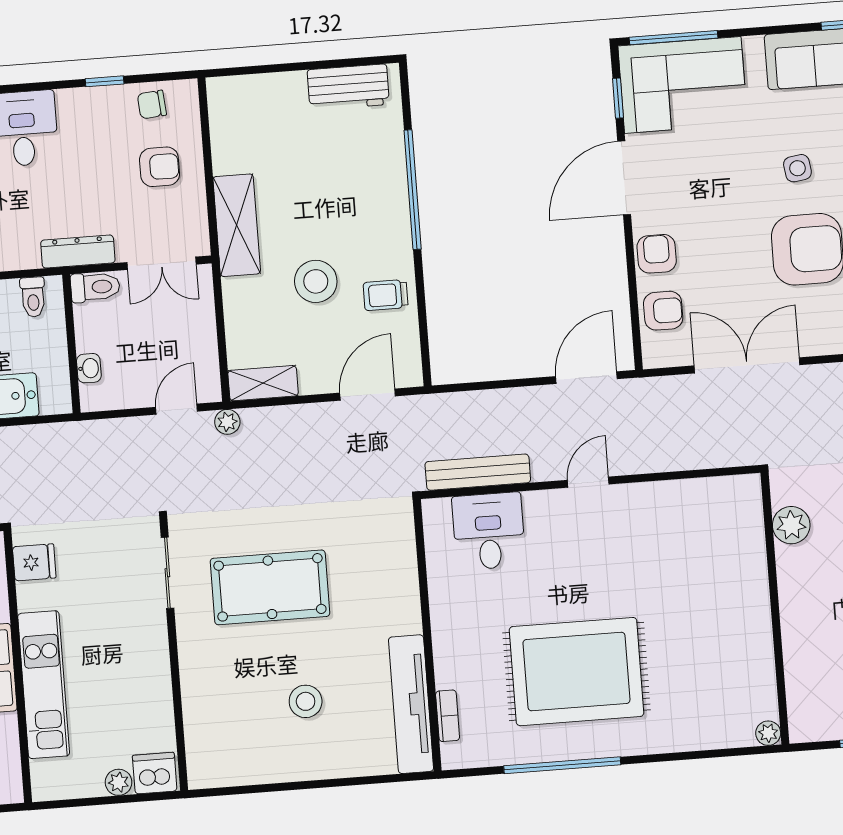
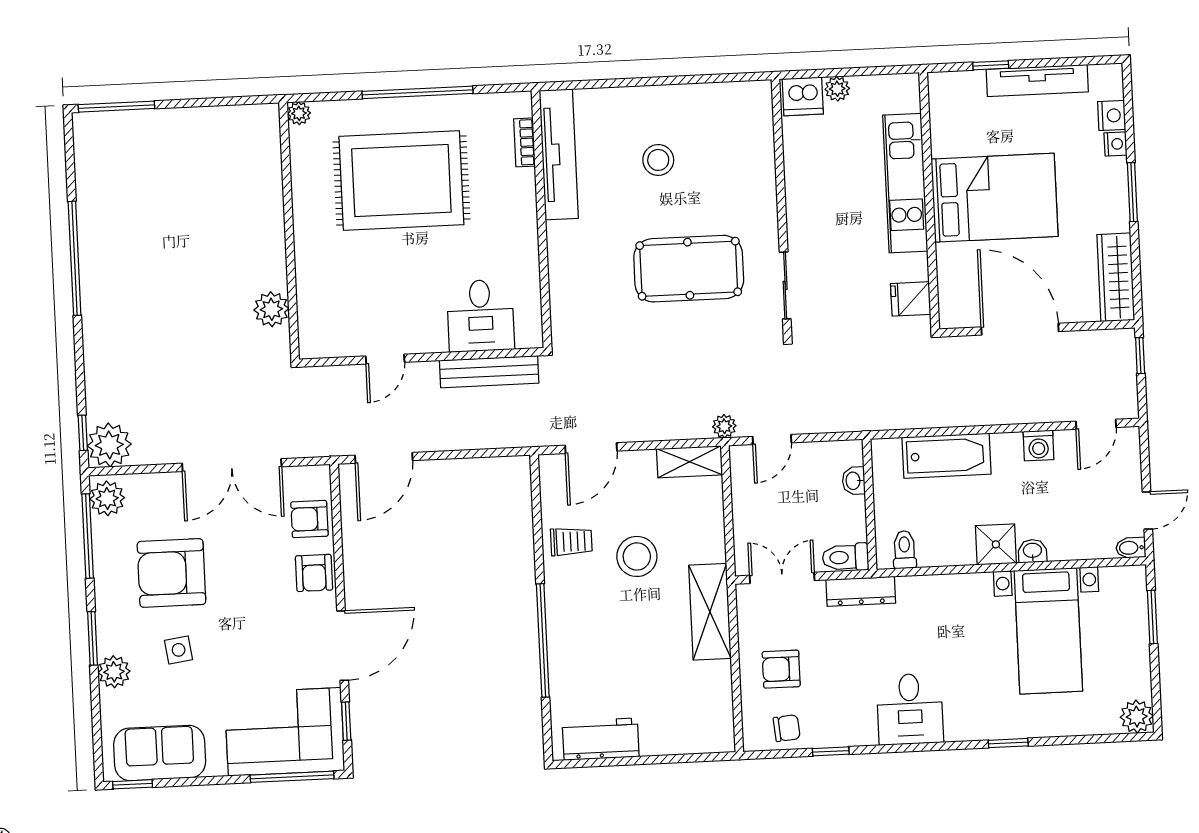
plant: (791, 525) -> (271, 309), moved
wall: (775, 608) -> (289, 231), moved
plant: (768, 733) -> (299, 113), moved

